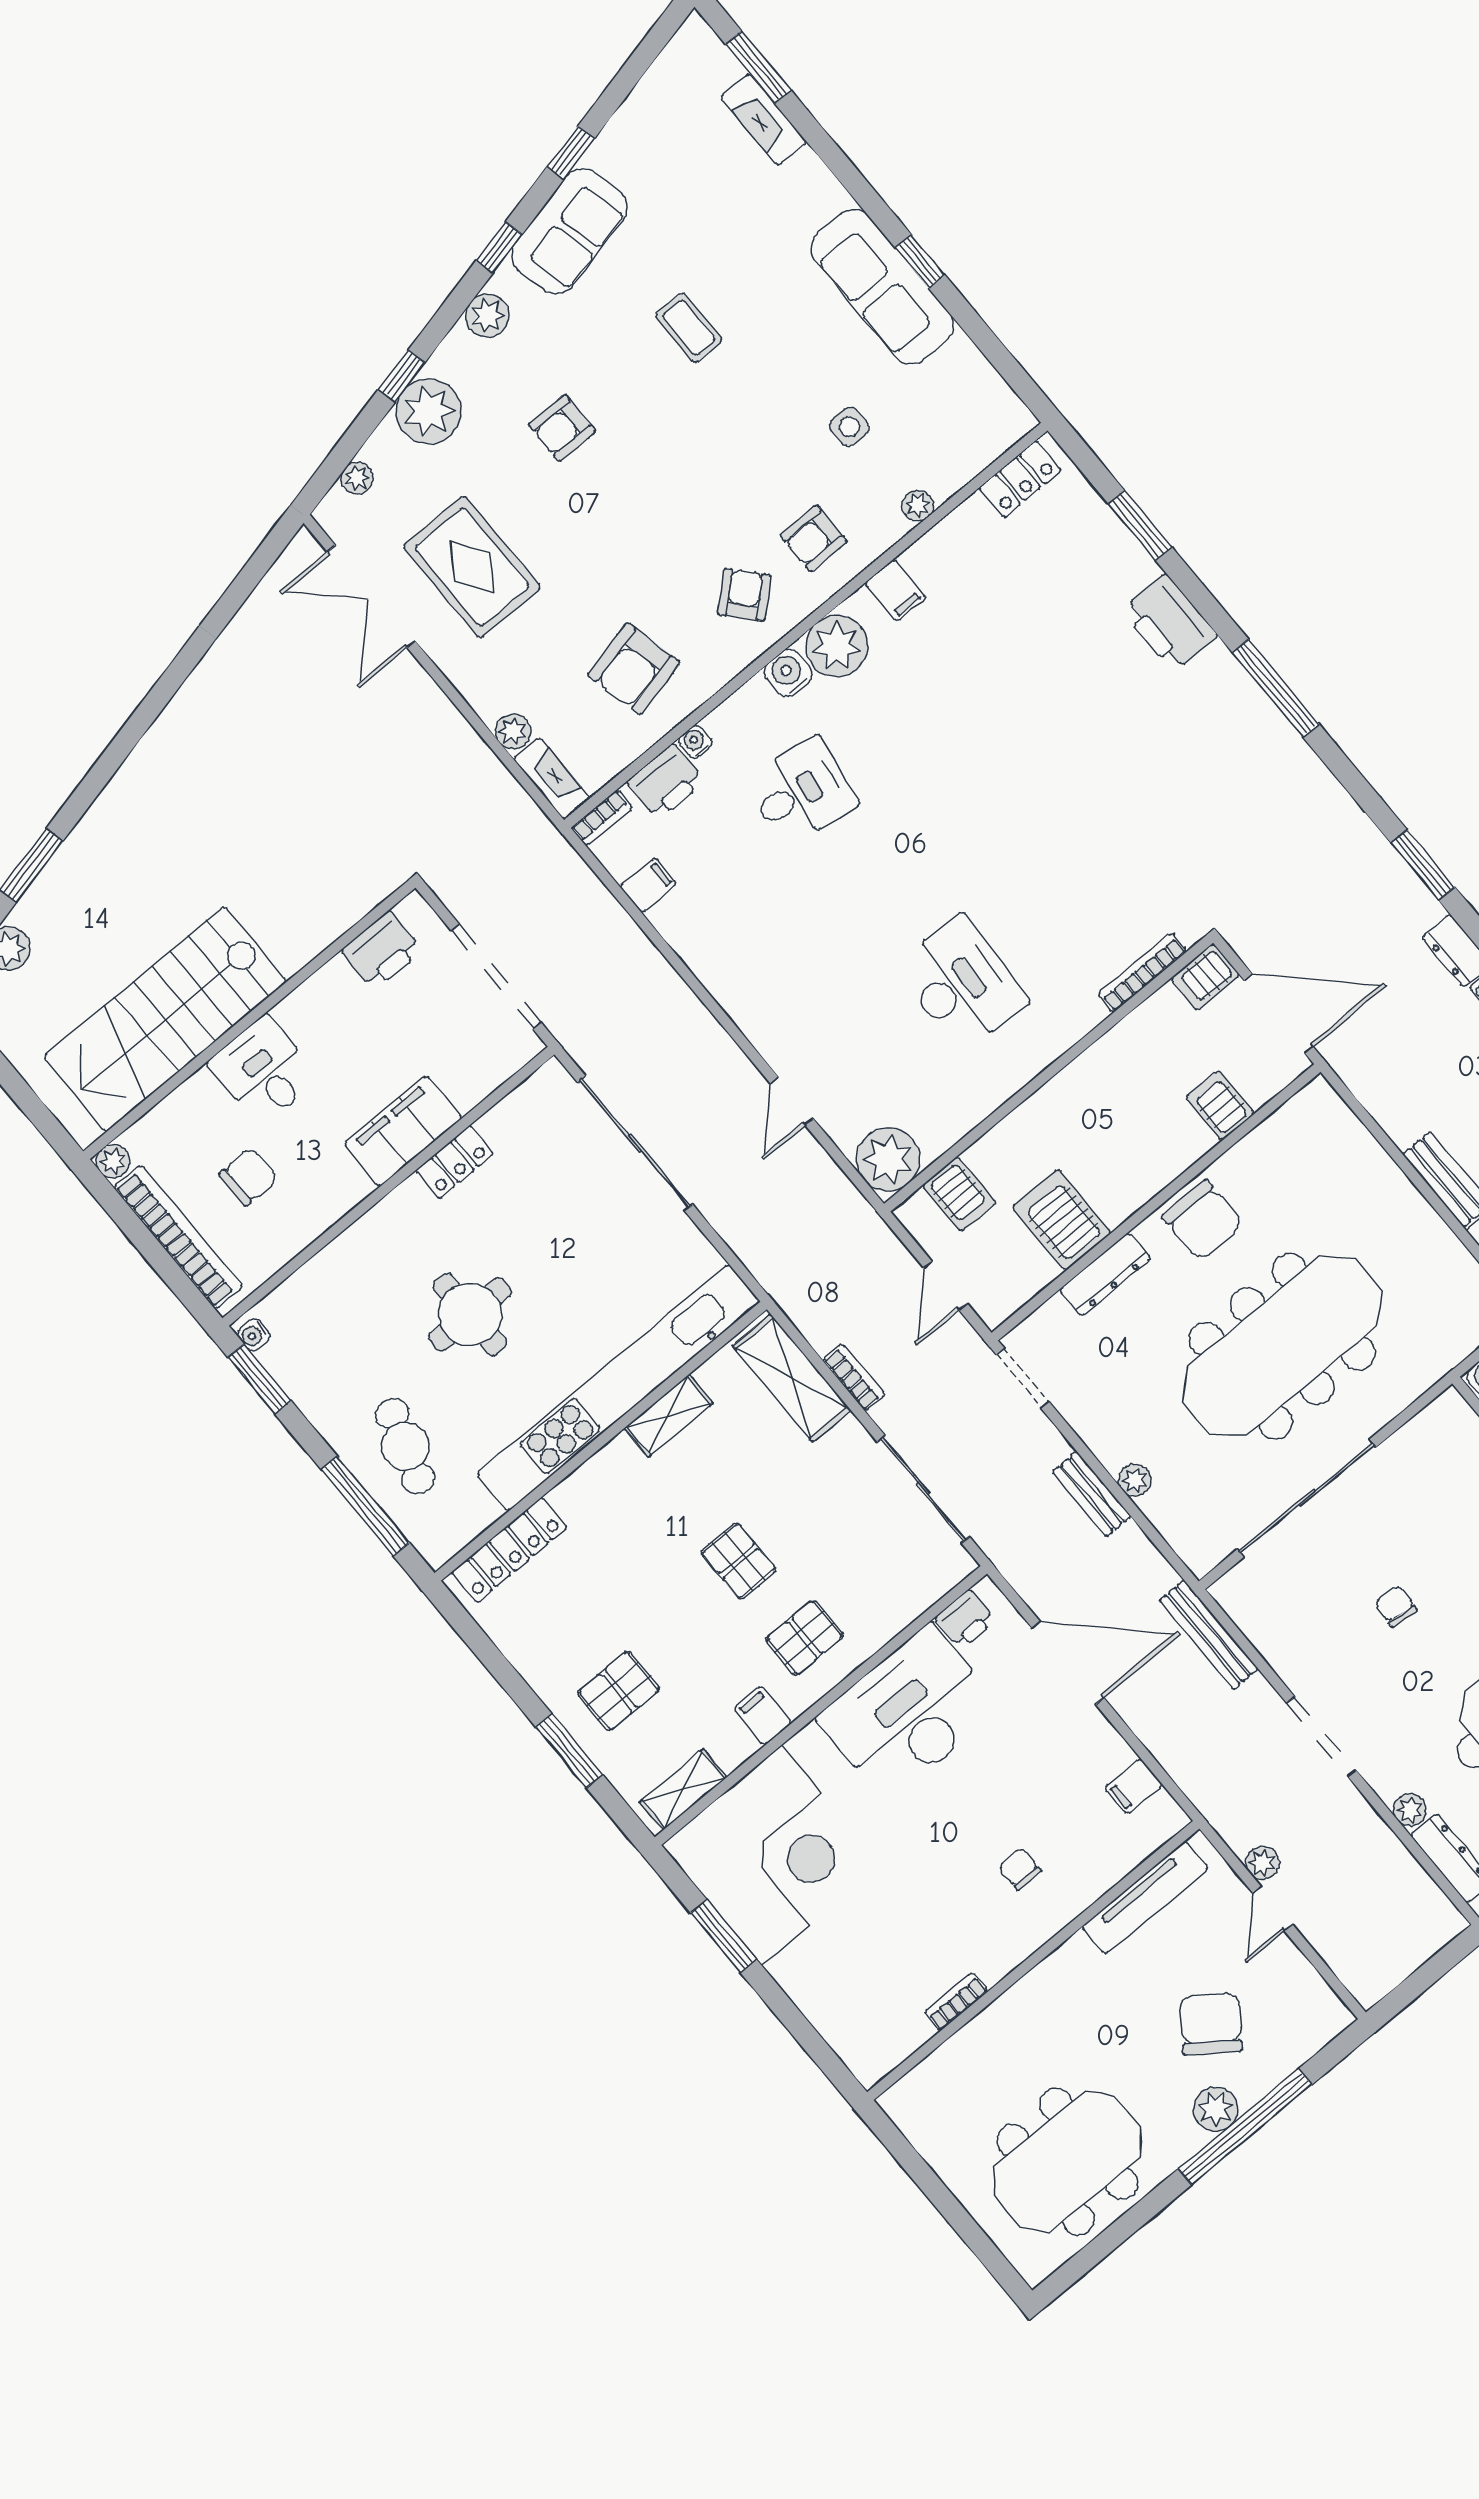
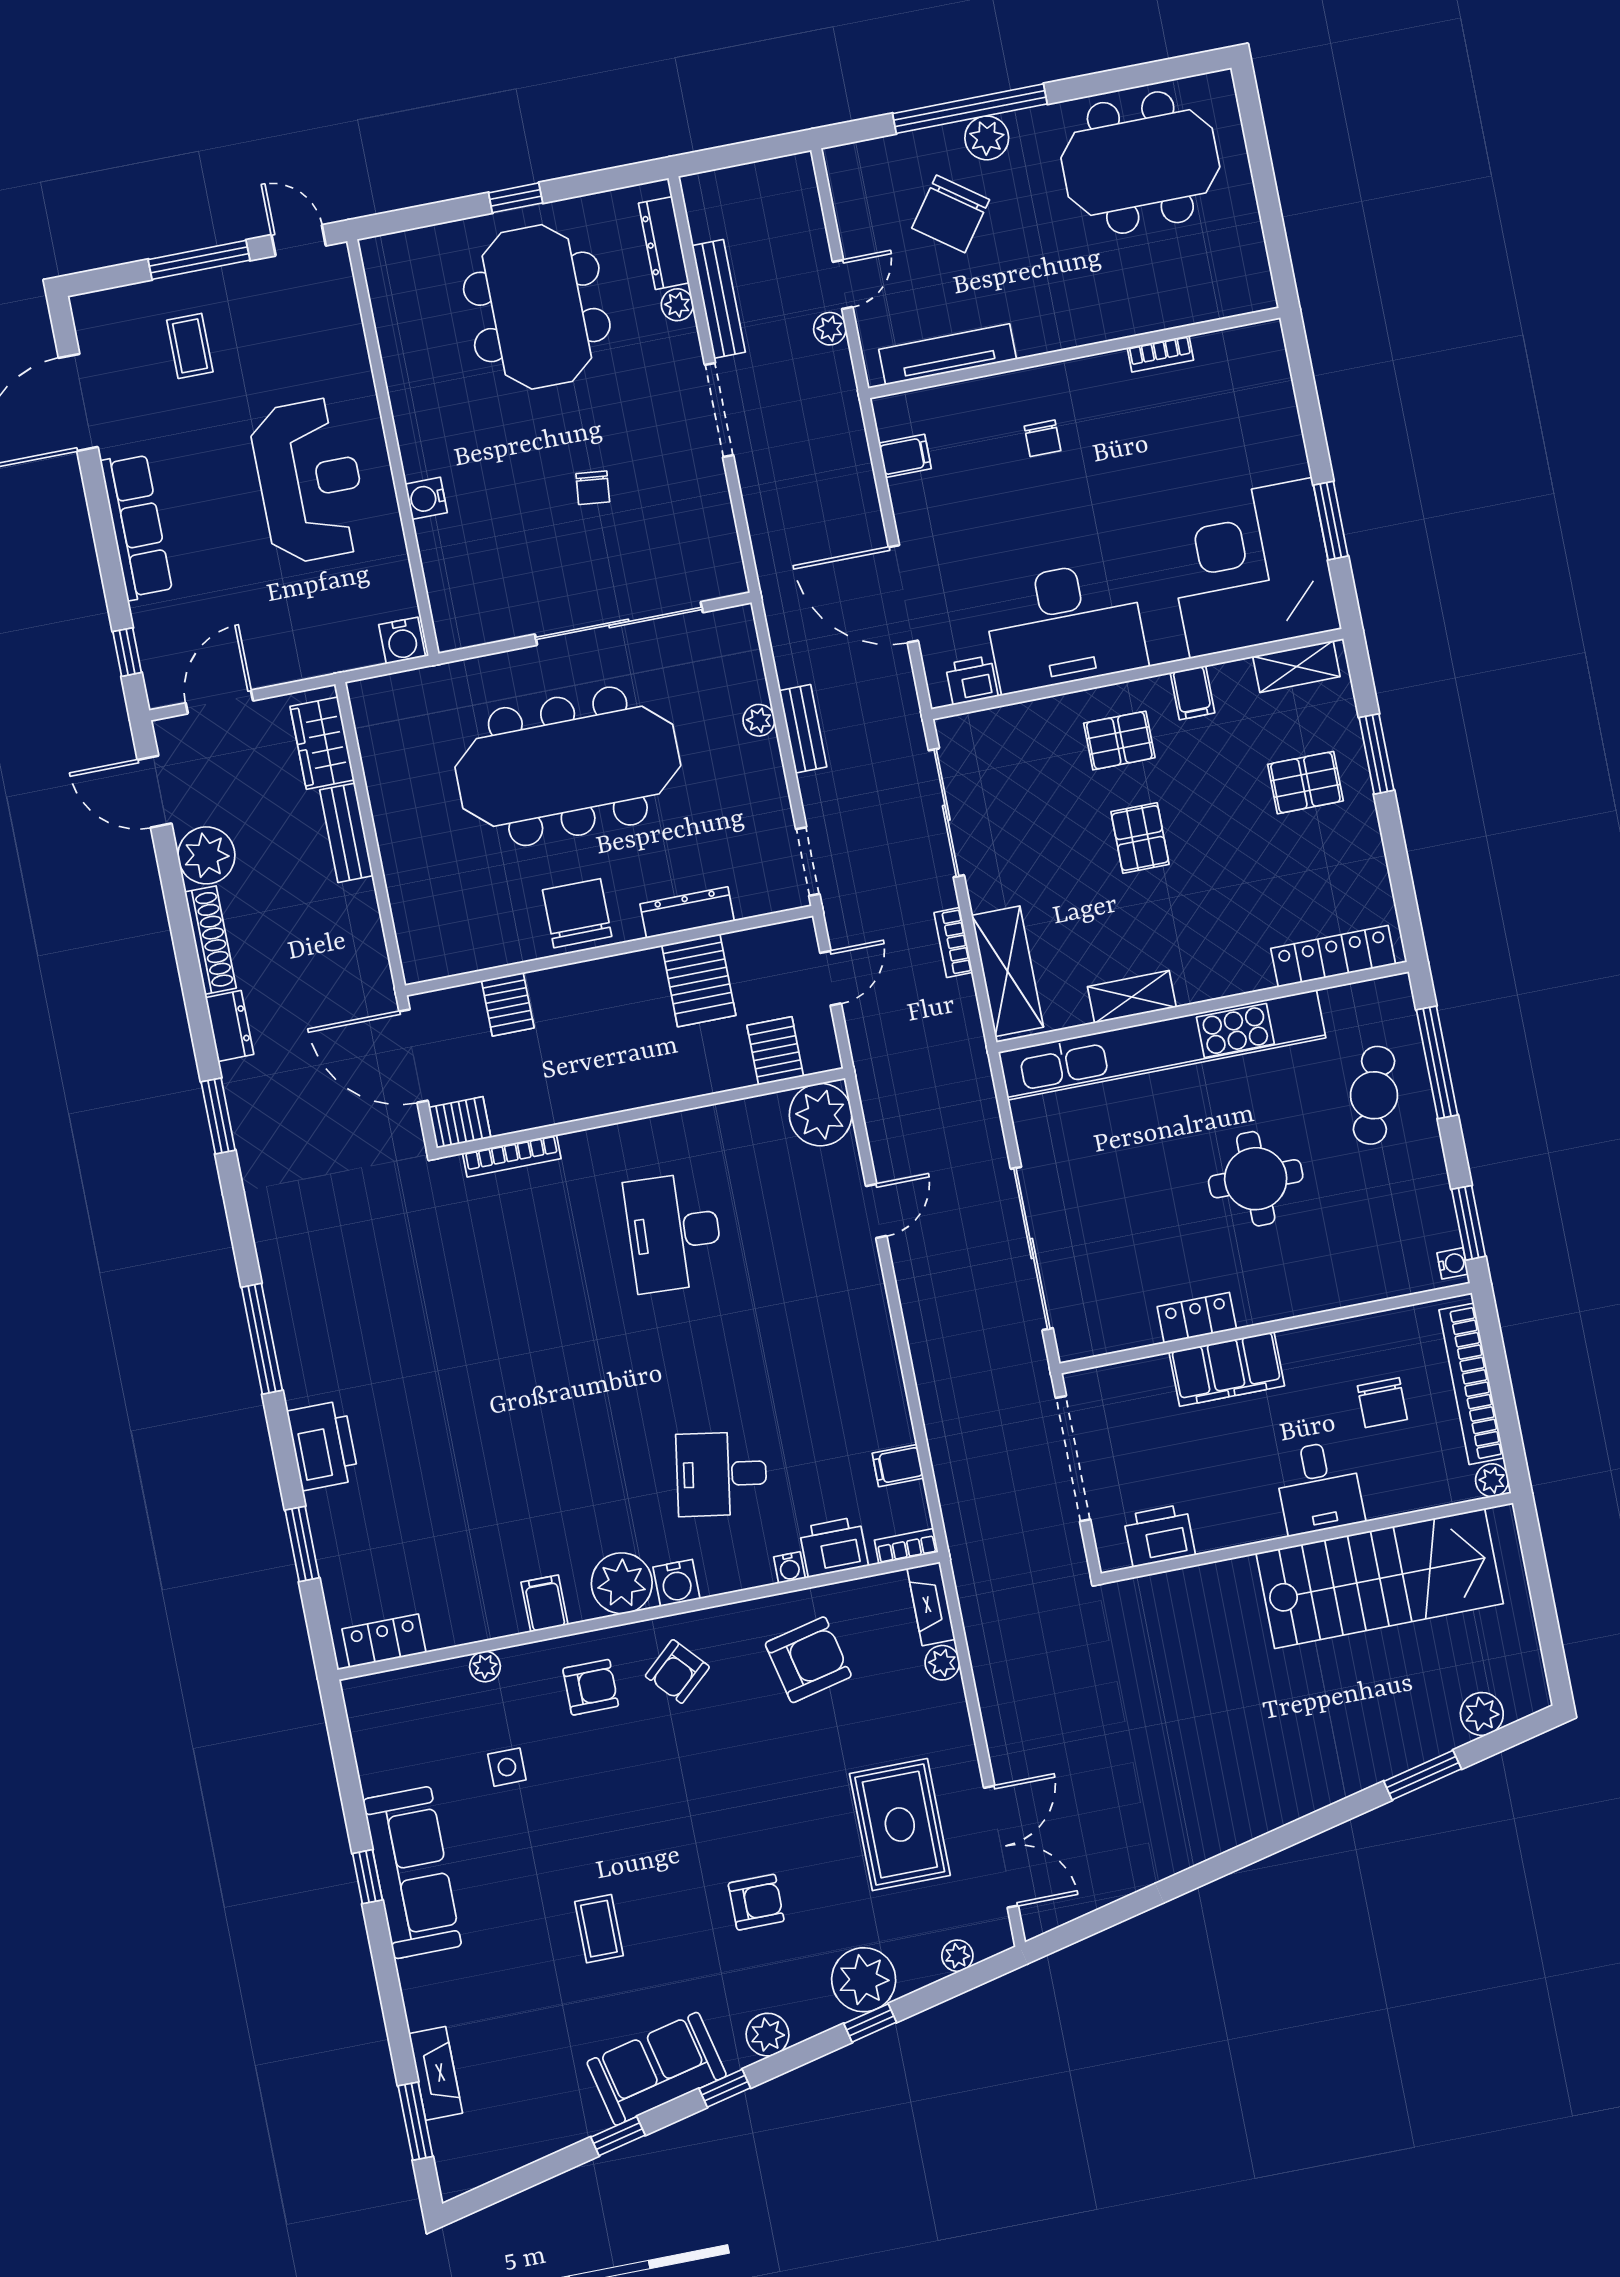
chair: (248, 1177) -> (1382, 1403), turned -90
bench: (1209, 1635) -> (719, 299), moved

